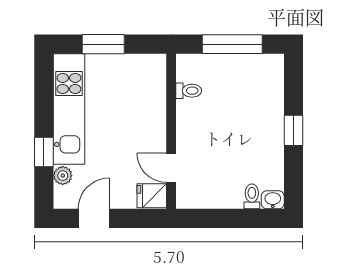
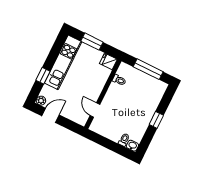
plant: (63, 176) -> (41, 101), moved
fridge: (152, 196) -> (108, 61), moved

